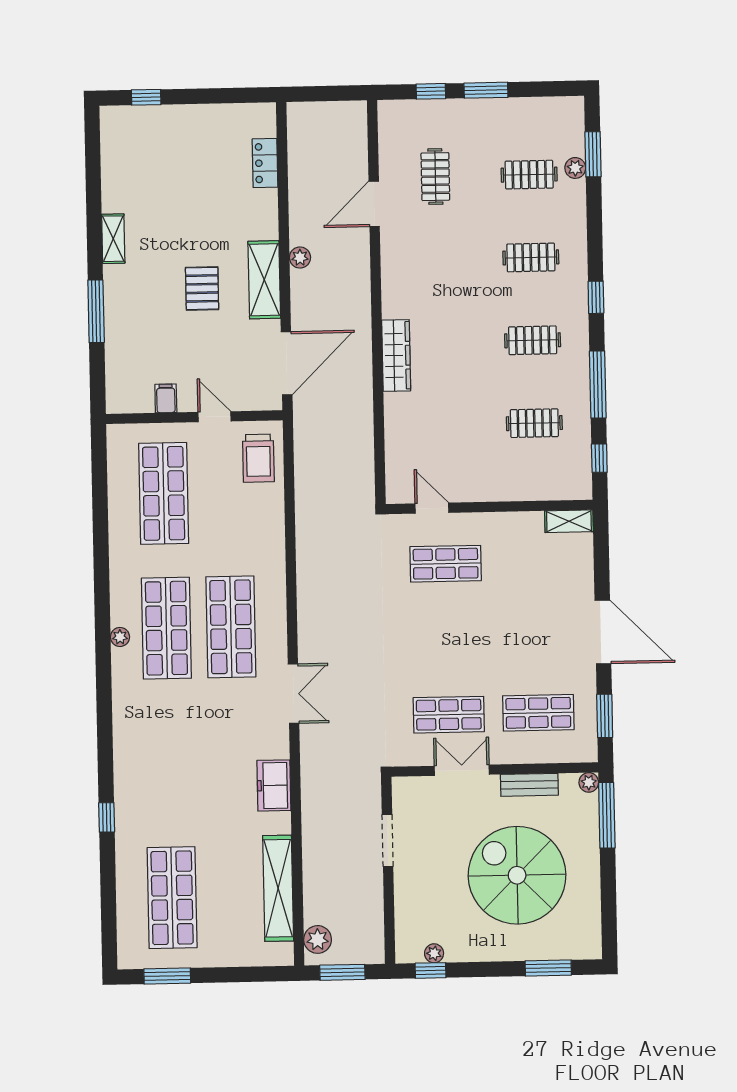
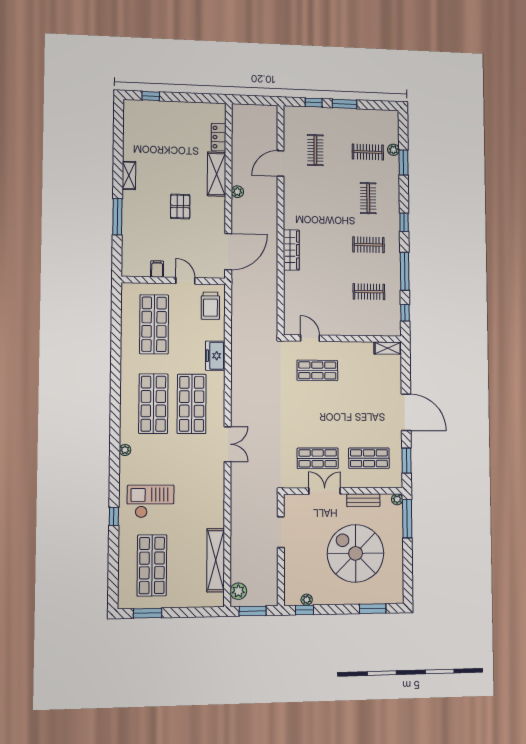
window: (593, 154) -> (403, 162), moved
clothes rail: (531, 257) -> (368, 198), turned 90
shelving: (264, 280) -> (217, 174), moved
plant: (120, 637) -> (125, 450), moved
freezer: (274, 785) -> (215, 356), moved
checkout: (167, 792) -> (151, 501), added

